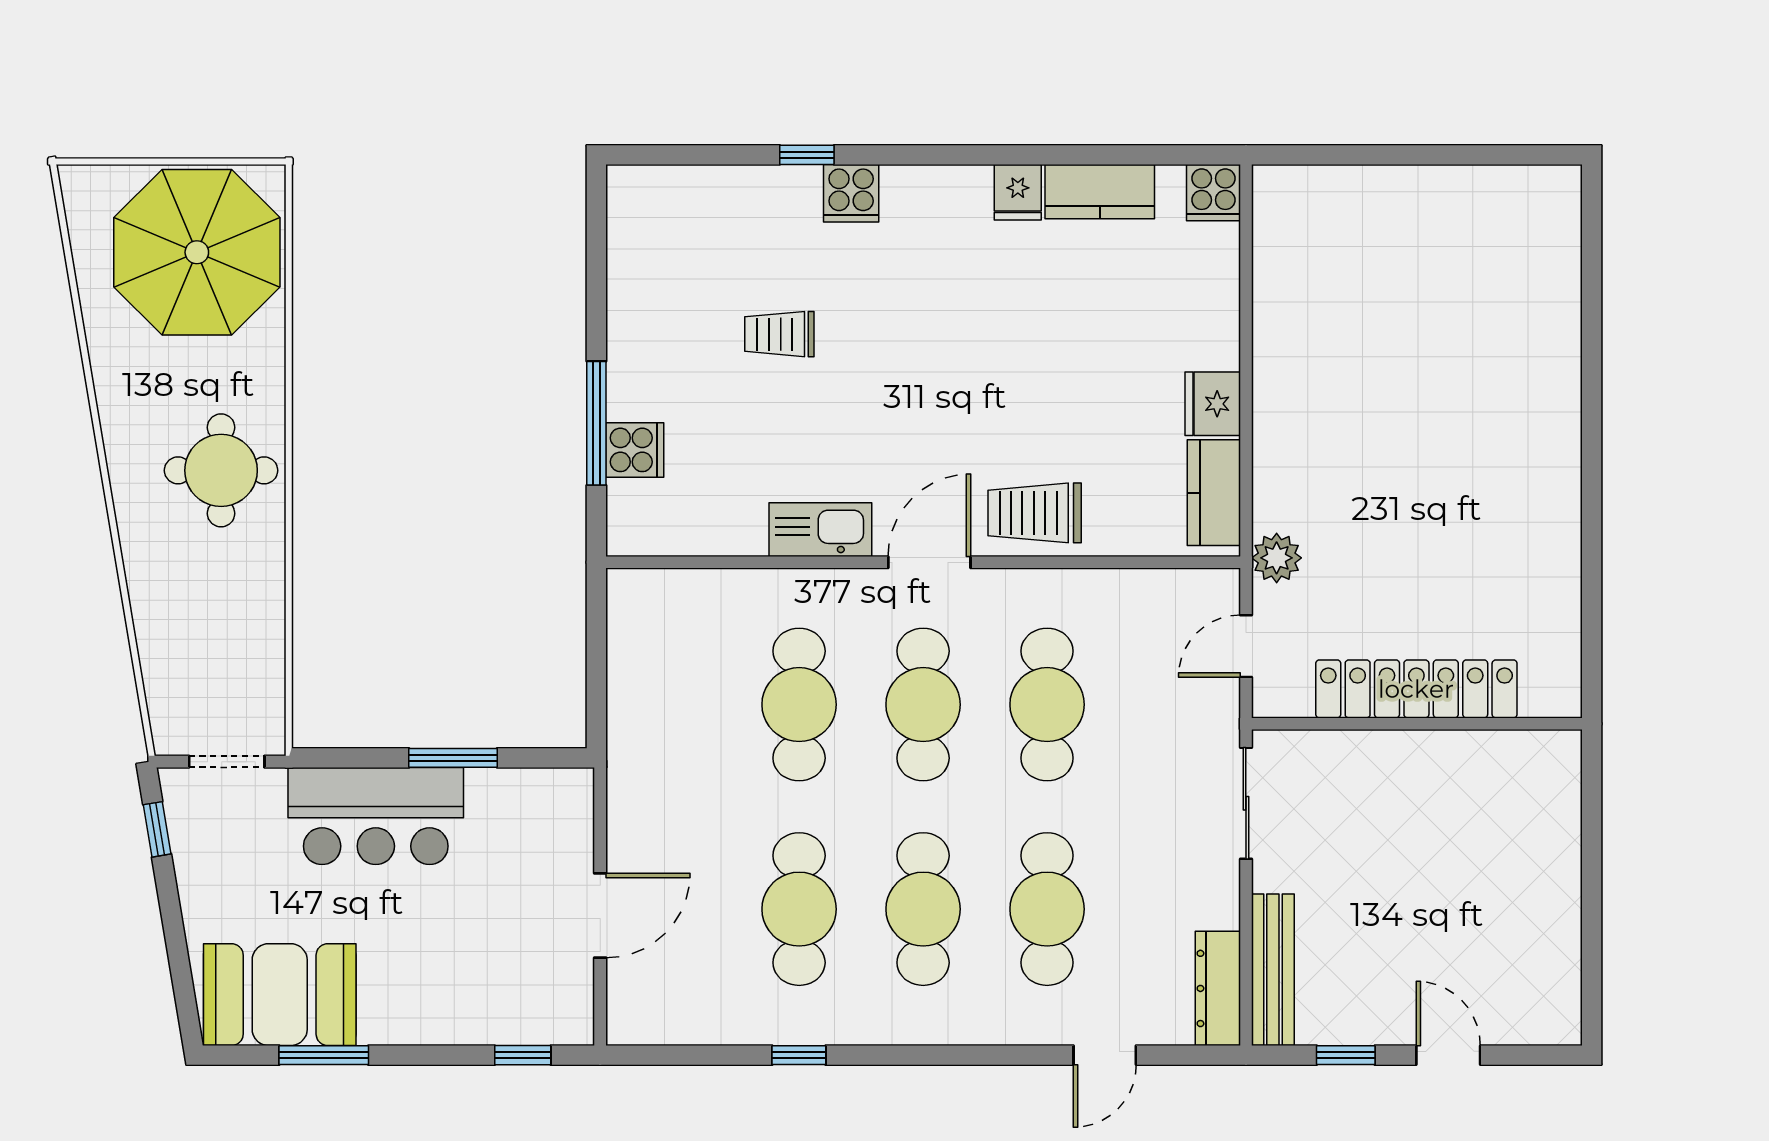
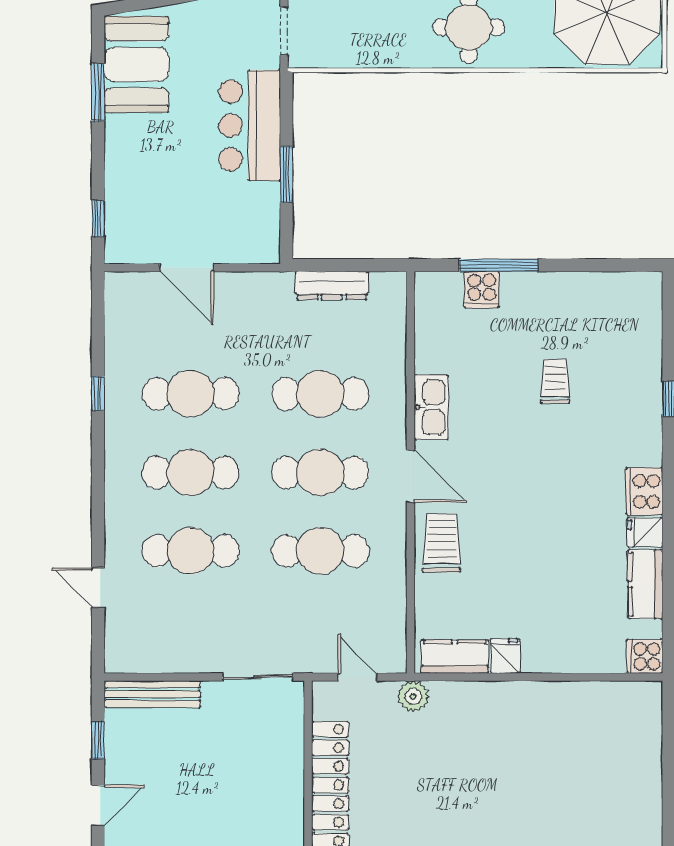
cooker: (851, 193) -> (644, 491), moved, width x1.36
fridge: (1213, 404) -> (505, 656), width x0.72
dresser: (1218, 988) -> (332, 285), moved, turned 180

